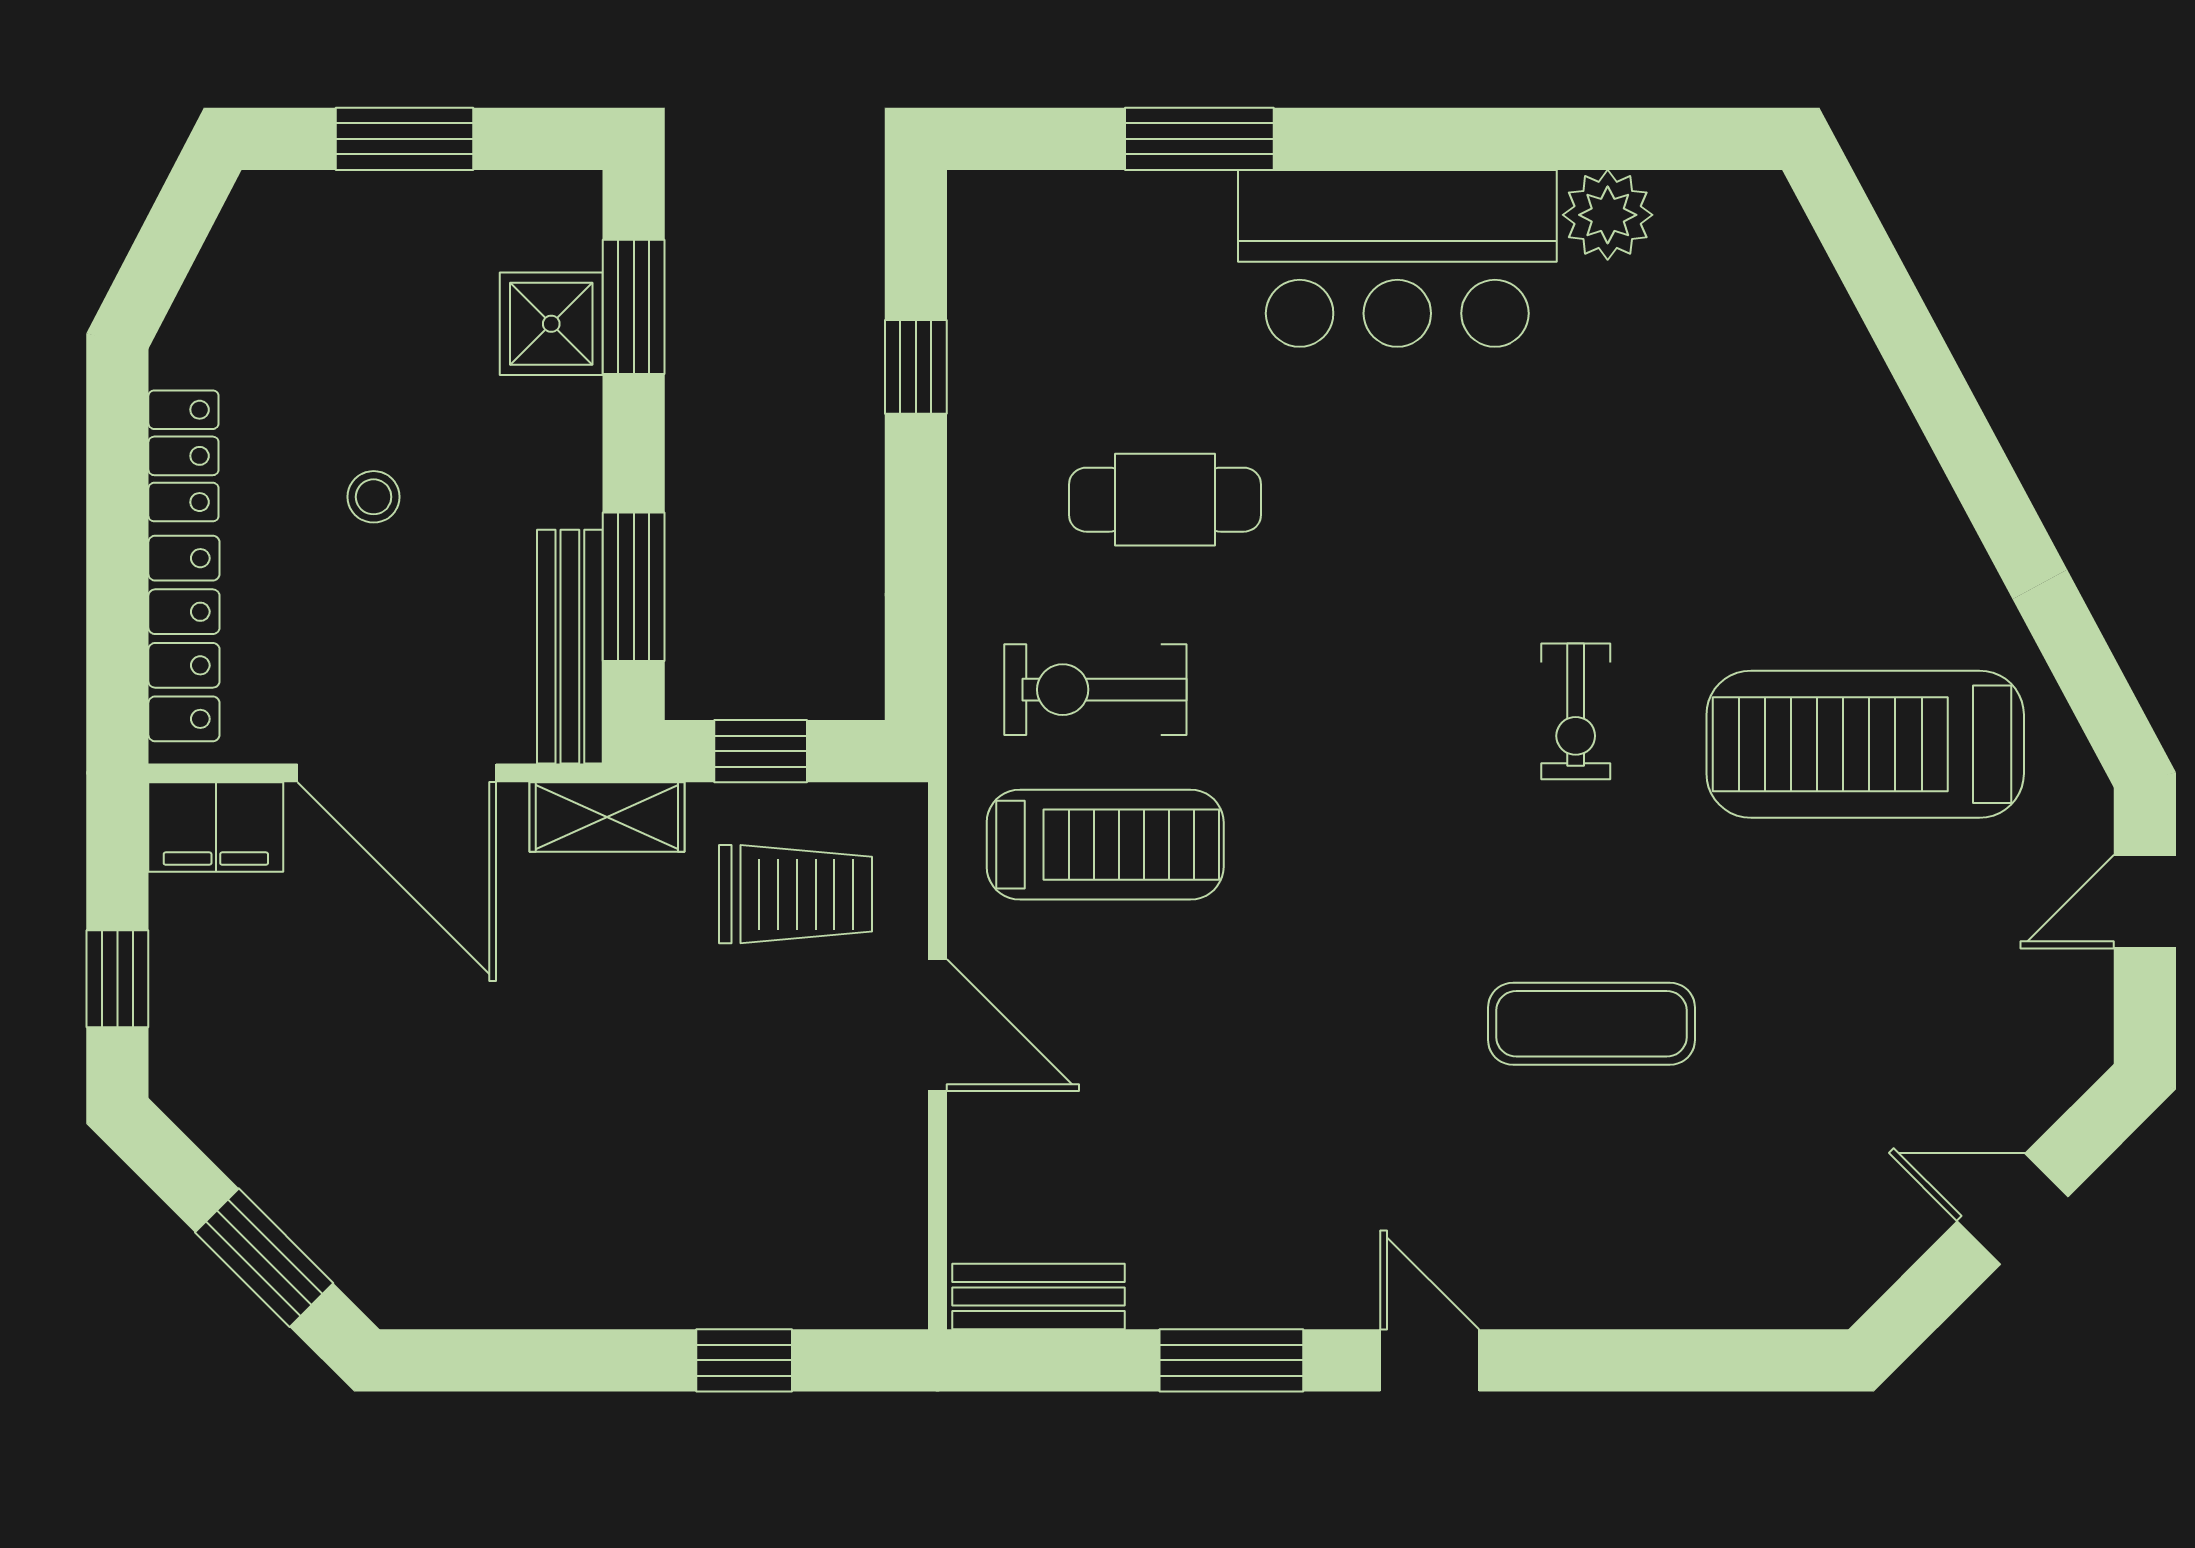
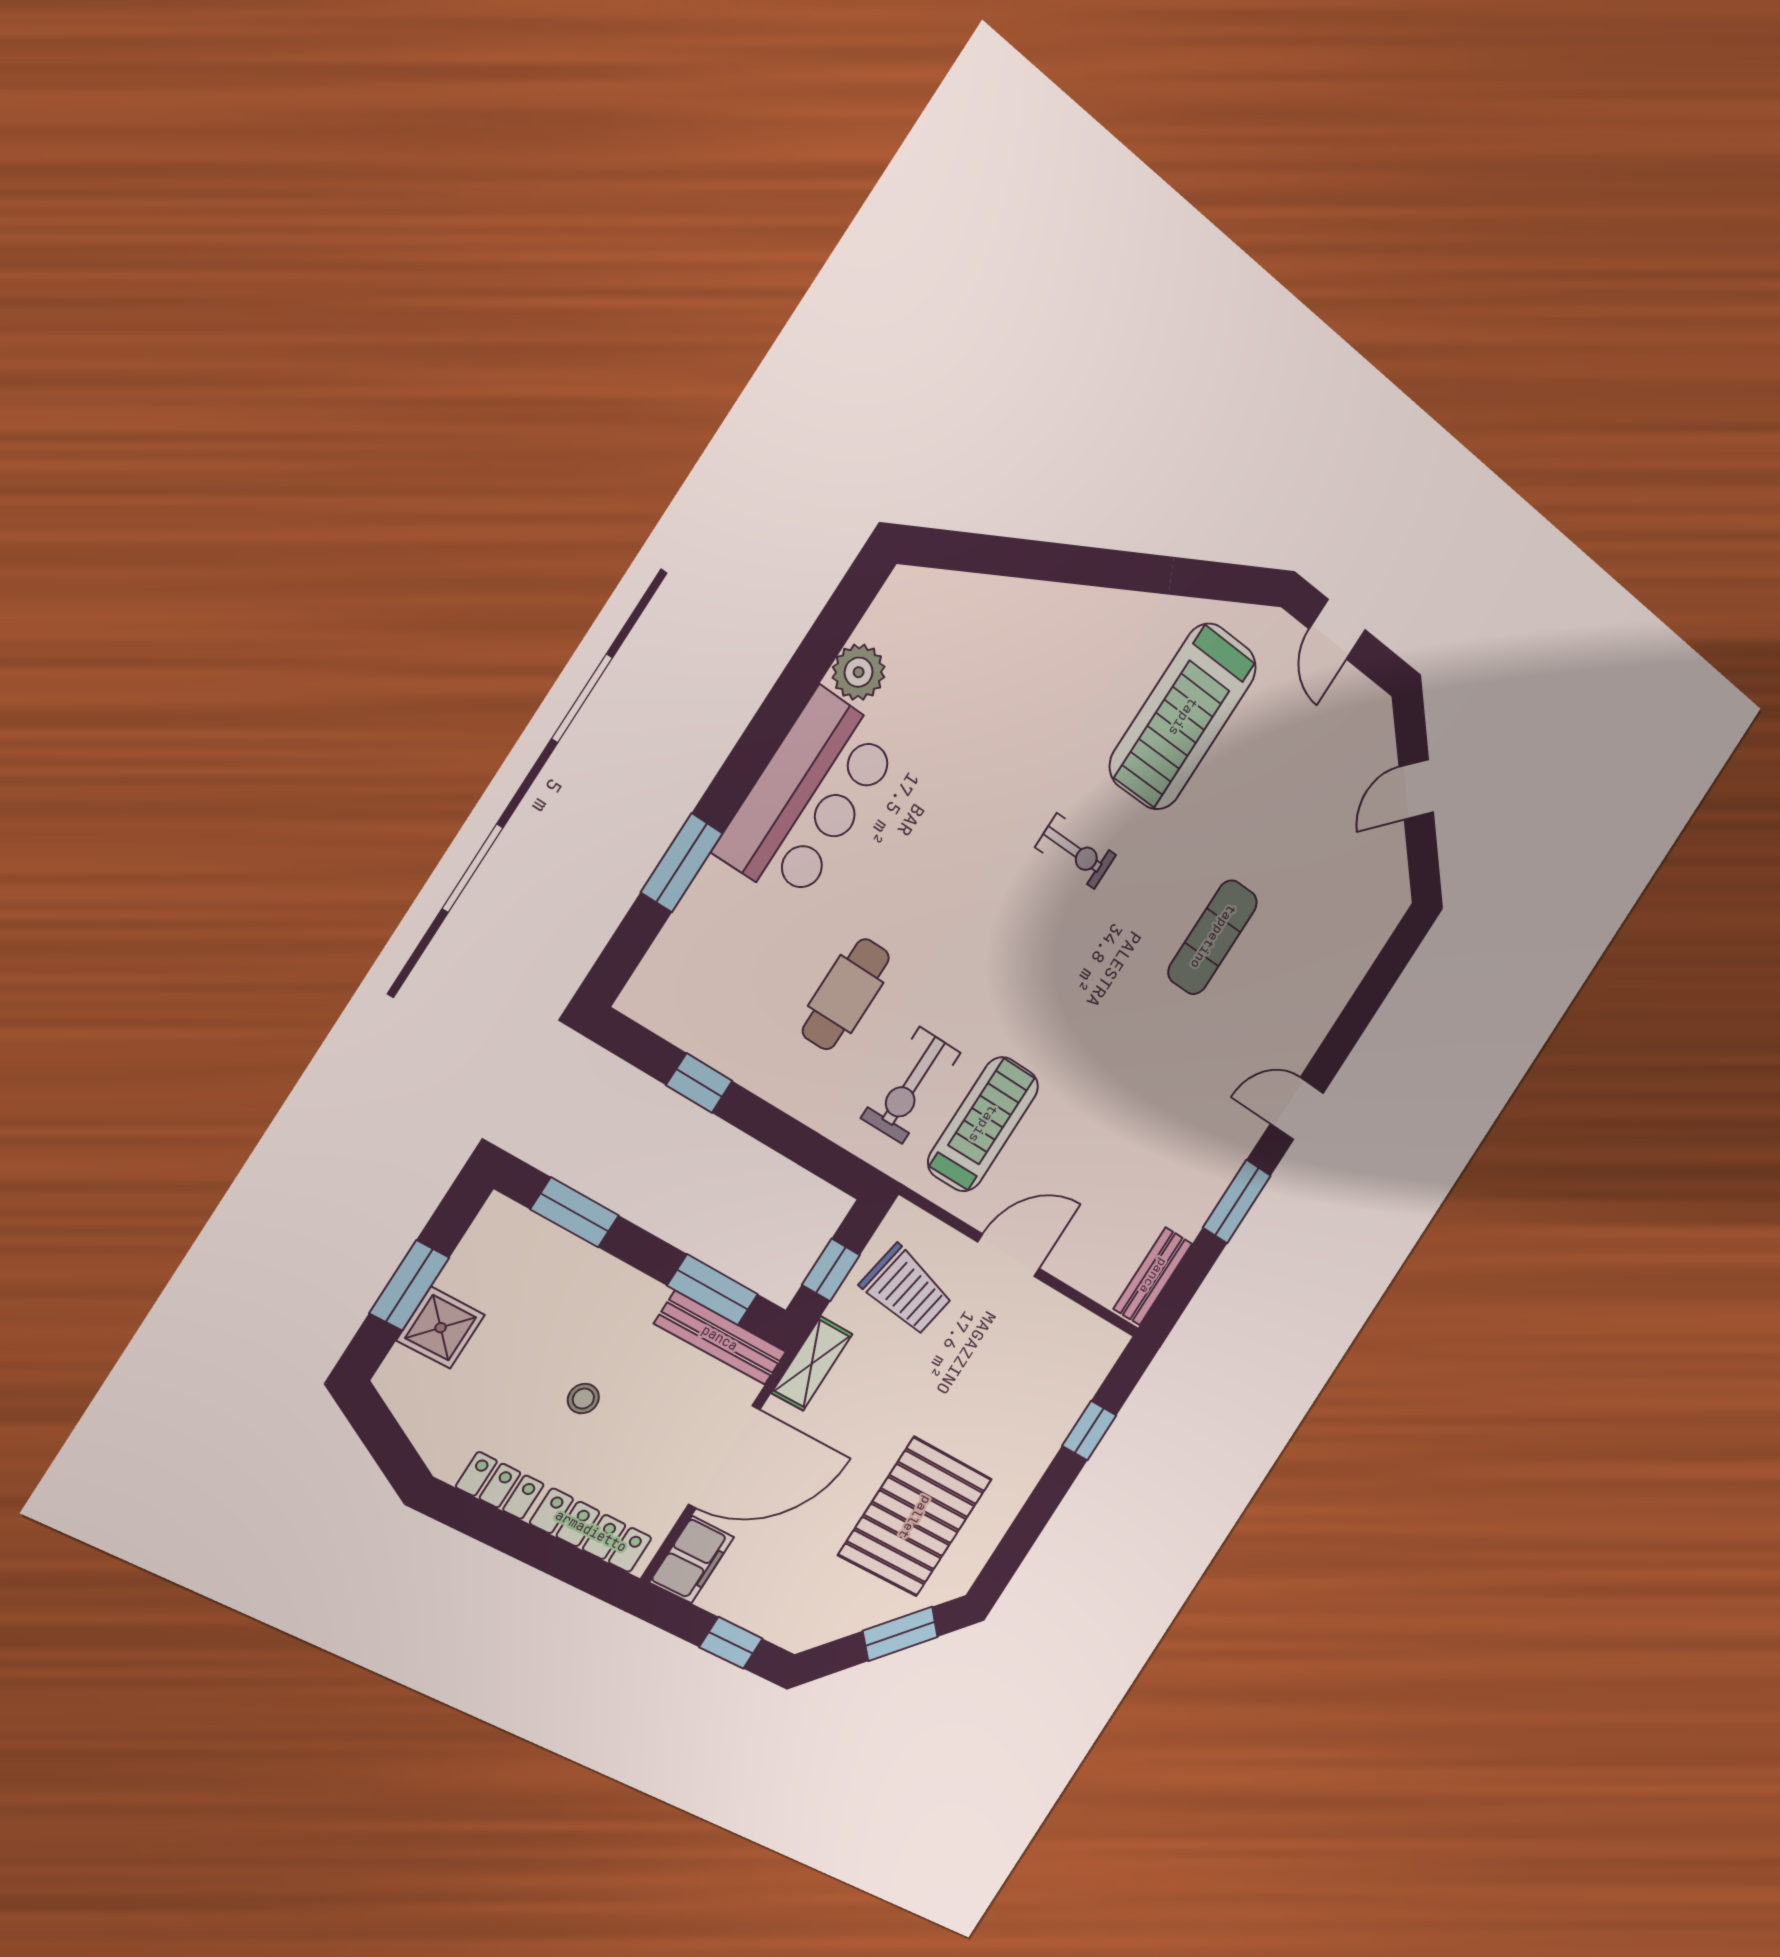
shower: (551, 324) -> (441, 1328), moved
trolley: (796, 894) -> (907, 1290), turned 101
pallet: (460, 1153) -> (915, 1517), added

